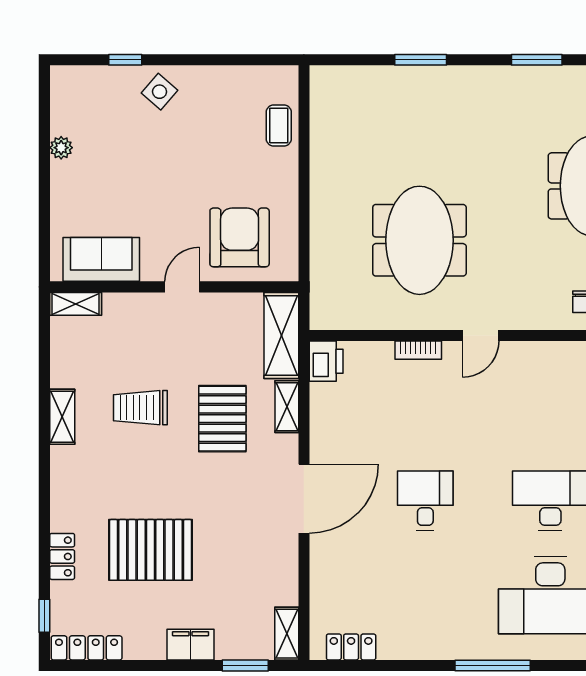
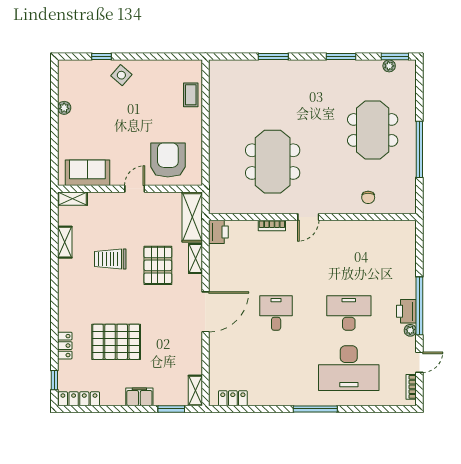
shelving: (62, 417) -> (65, 242), moved

